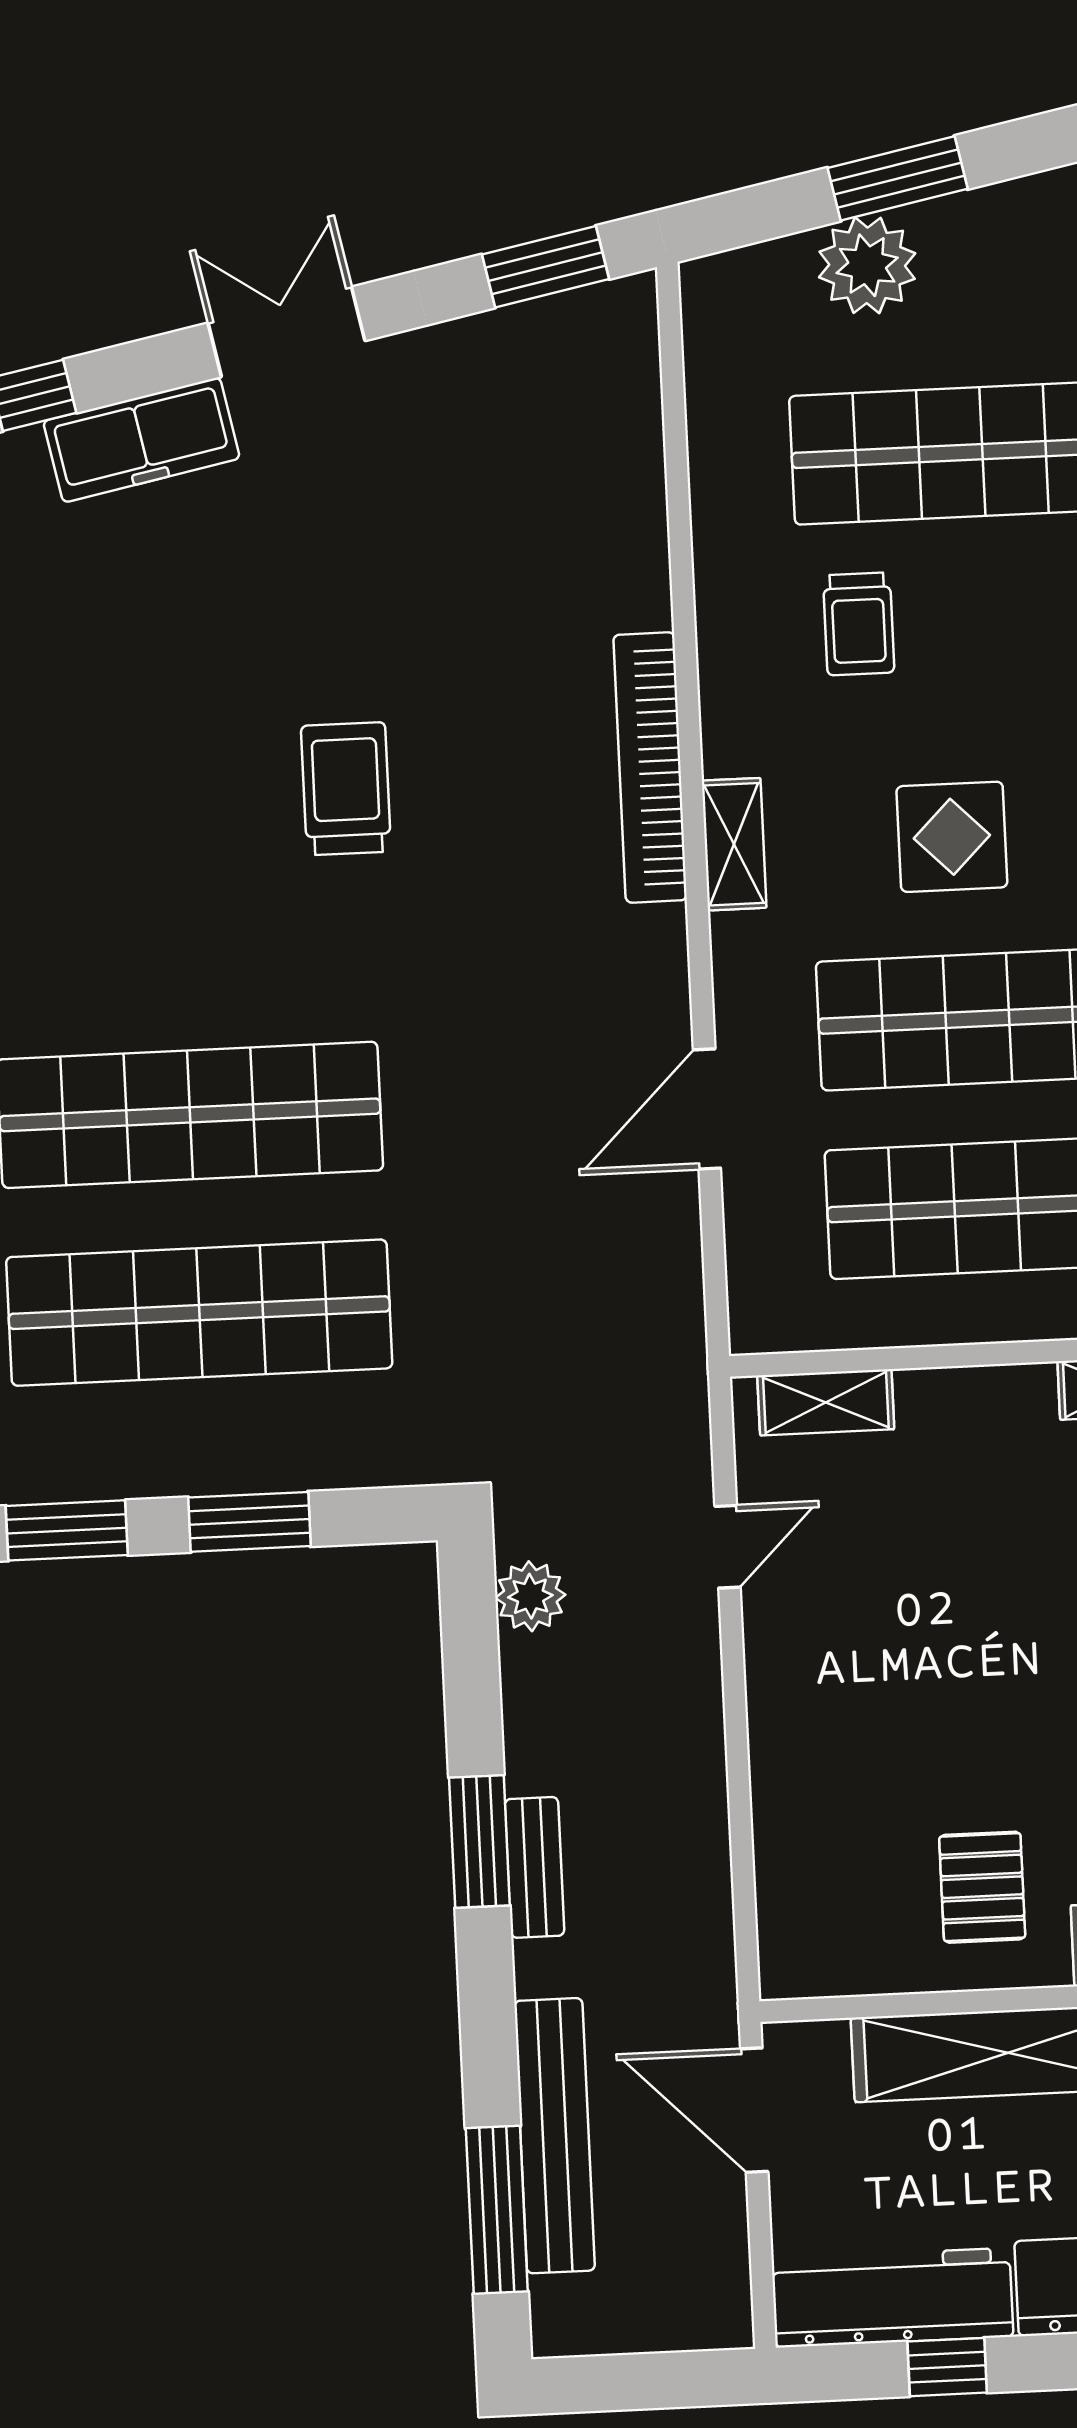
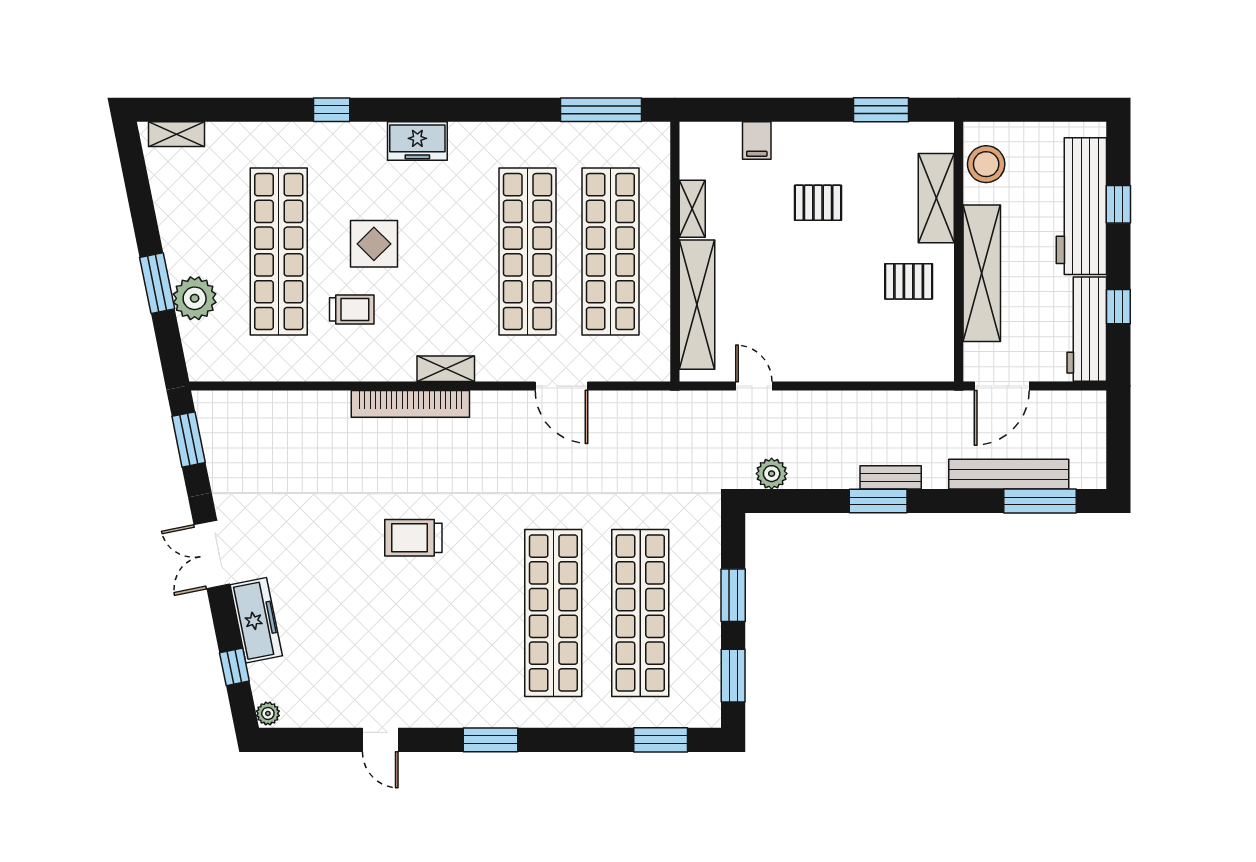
display table: (952, 837) -> (374, 244), moved
shelving: (826, 1402) -> (697, 305), width x2.20, depth x1.33

